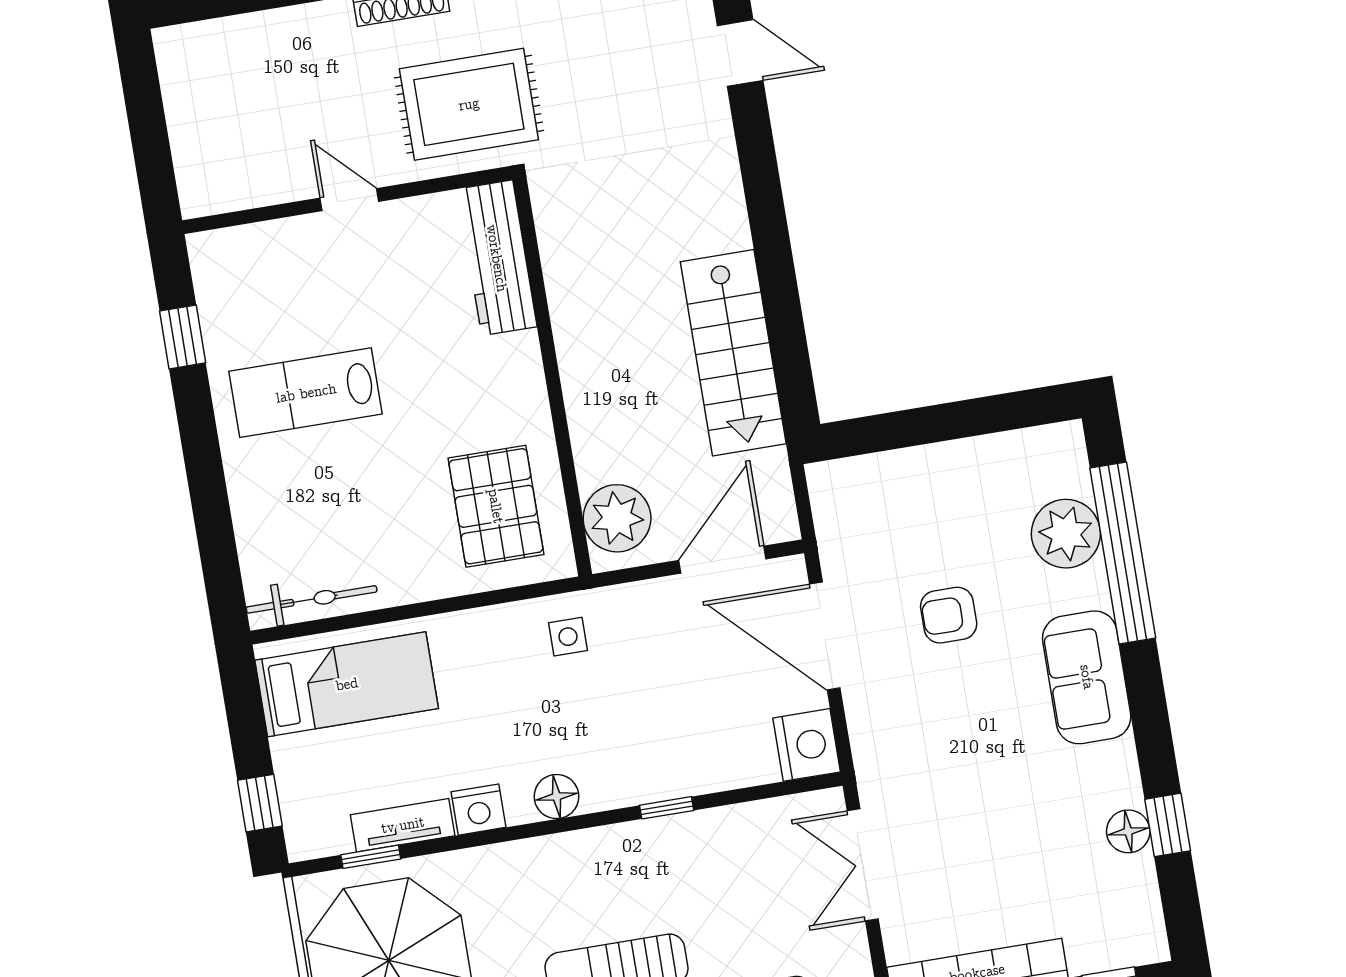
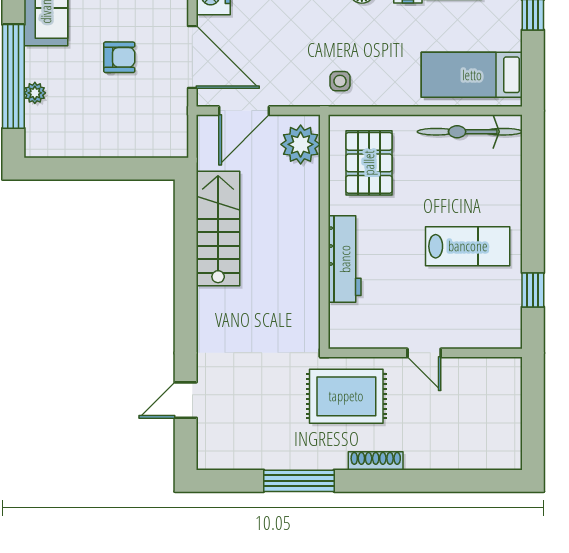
door: (740, 53) -> (186, 400), hinge flipped
workbench: (497, 258) -> (345, 259), moved
plant: (1066, 534) -> (35, 93), width x0.53, depth x0.53
bicycle: (312, 599) -> (470, 132), width x1.37, depth x1.40

